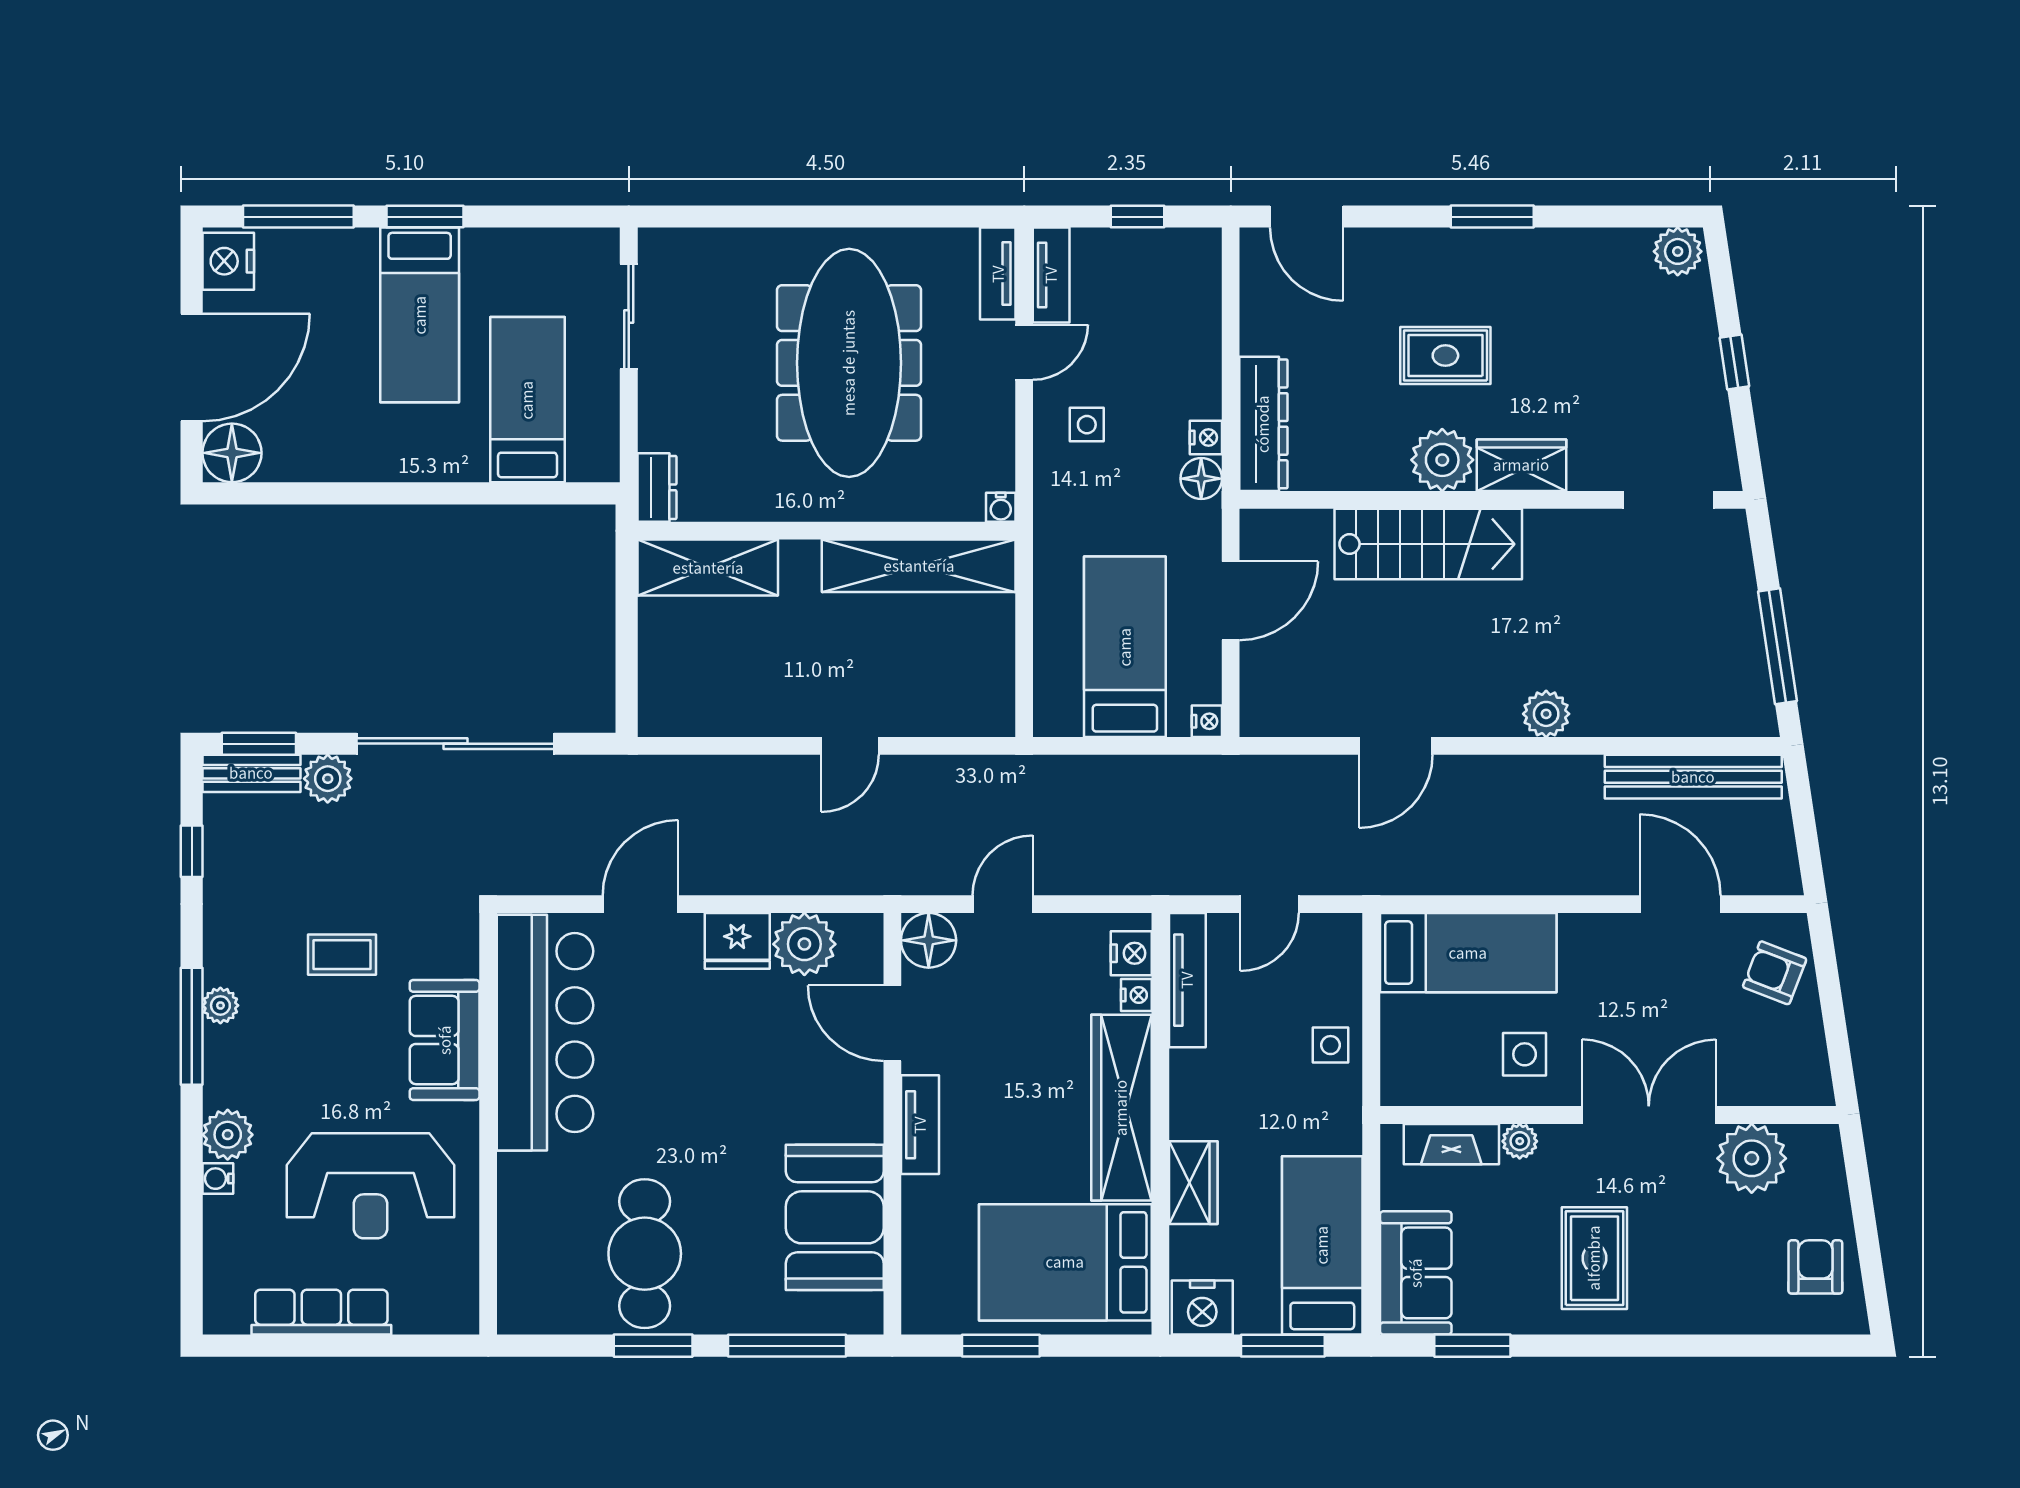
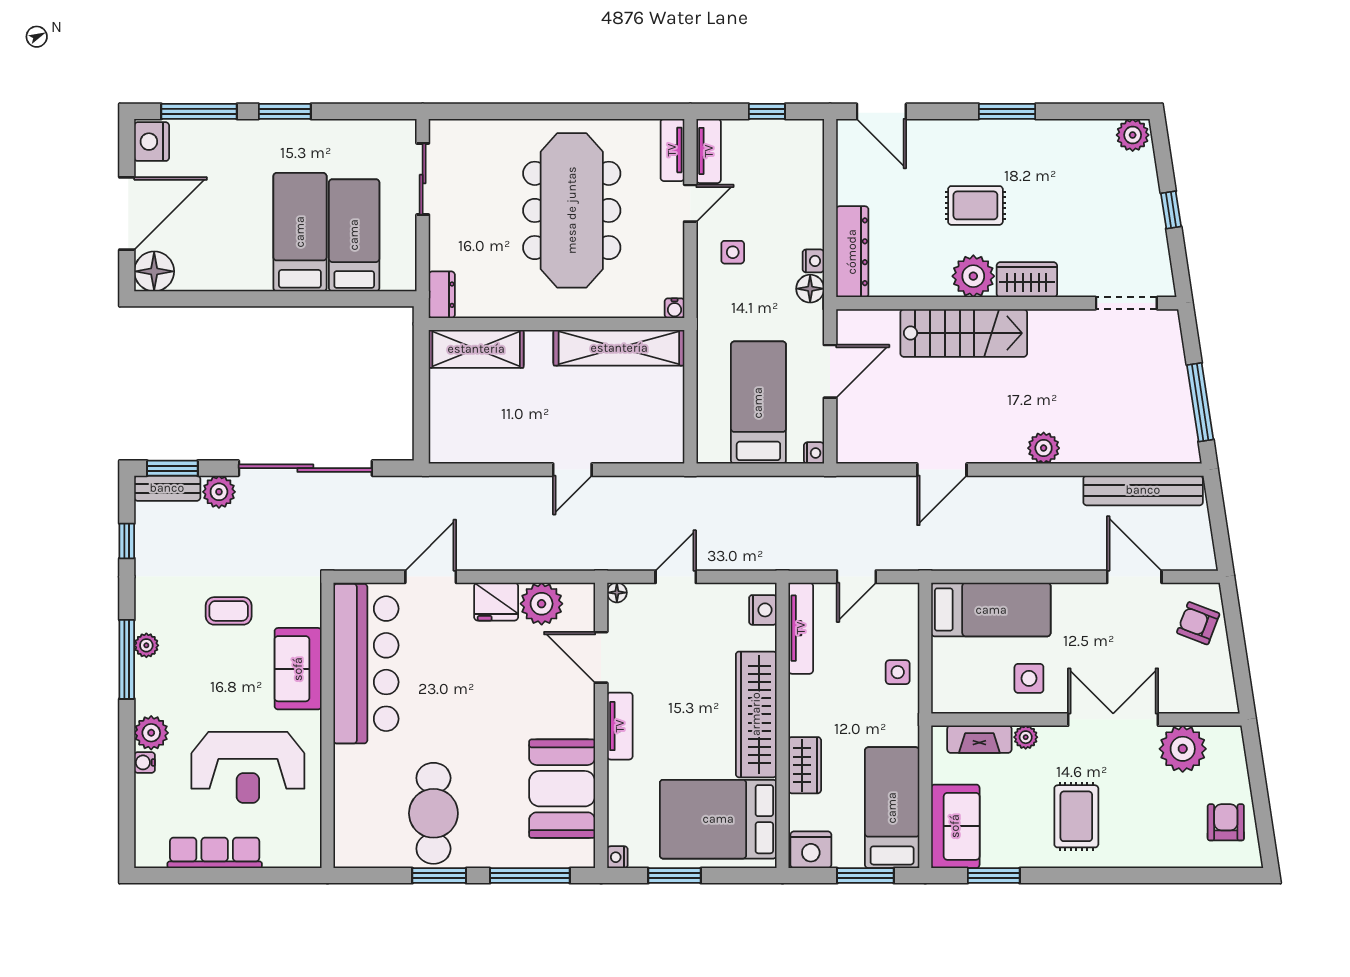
bed: (420, 315) -> (300, 232), moved, turned 180
floor lamp: (929, 940) -> (617, 593), width x0.53, depth x0.53
nightstand: (1136, 995) -> (617, 857), moved, turned 180

